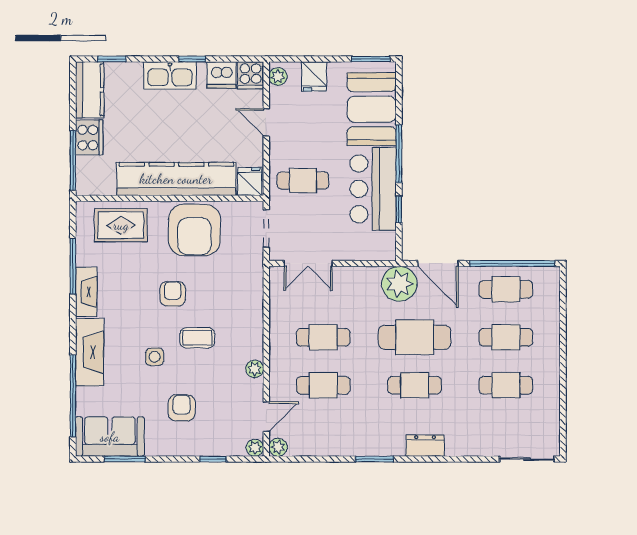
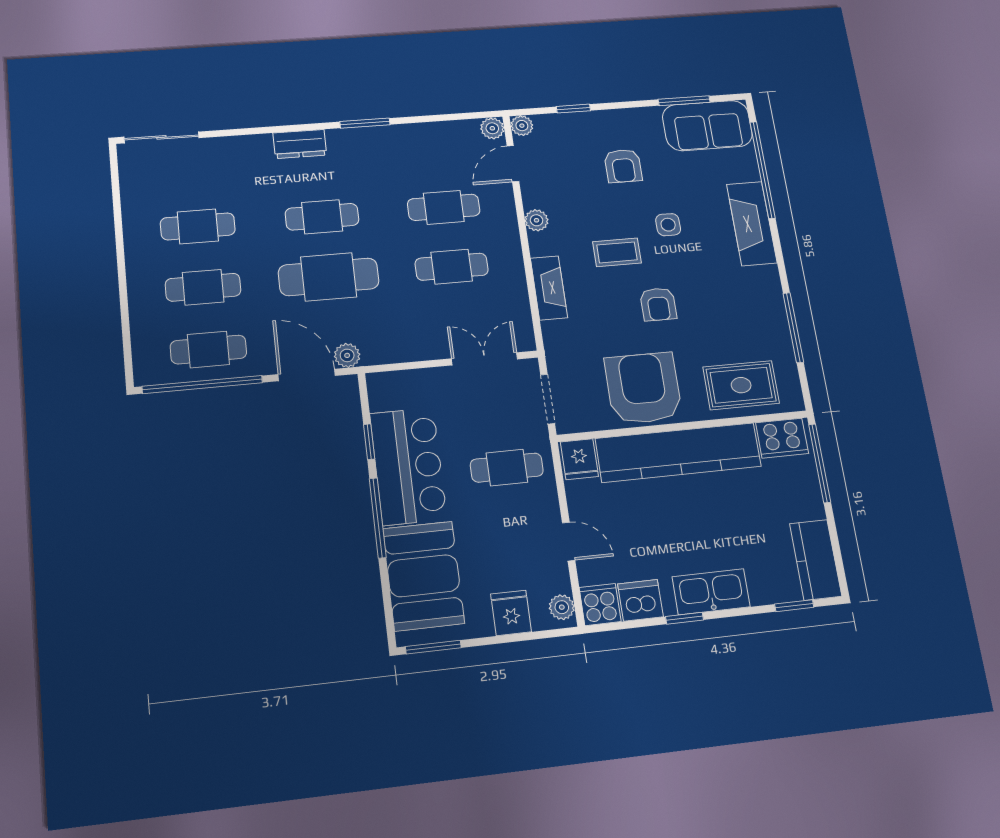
cooker: (89, 138) -> (782, 438), moved, turned -90
plant: (399, 284) -> (347, 355), width x0.53, depth x0.53
fireplace: (86, 292) -> (549, 288), moved, turned 180

